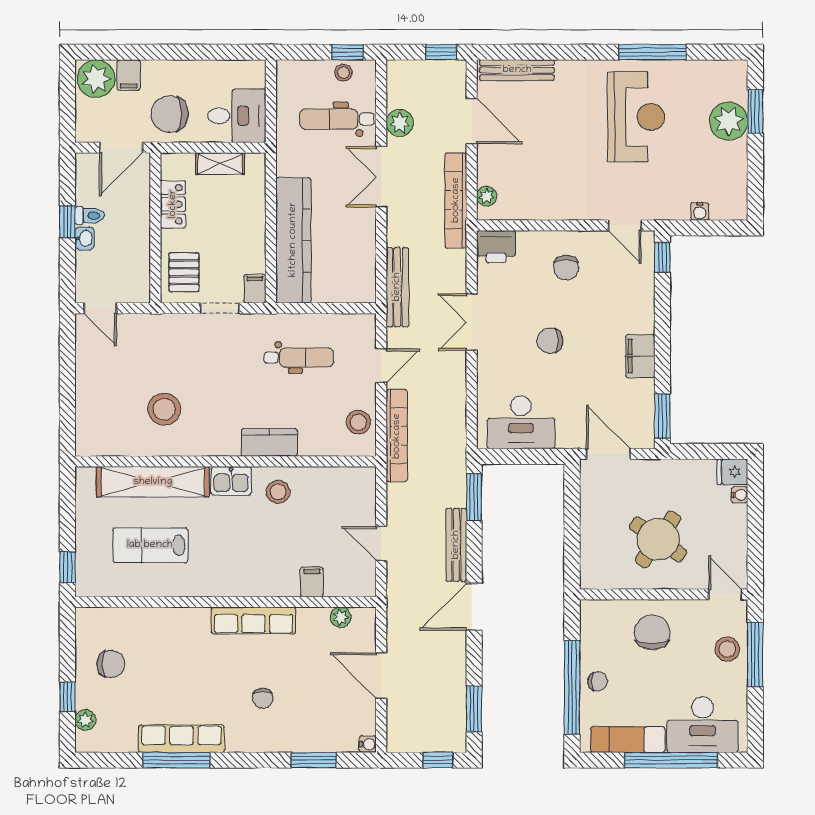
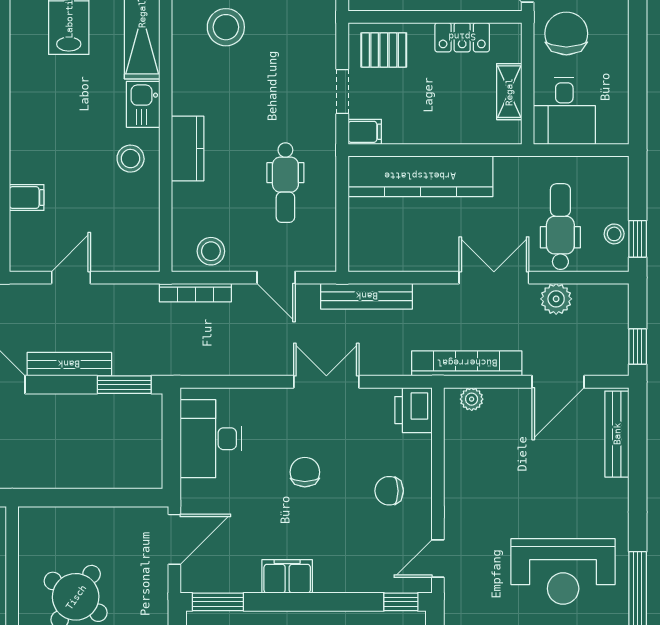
bookcase: (397, 436) -> (195, 293), width x0.68, depth x0.76

